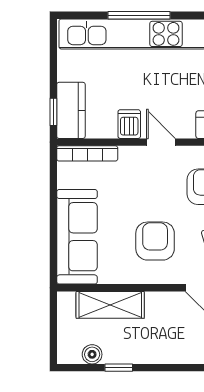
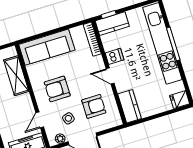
door: (161, 142) -> (110, 76), swing flipped
armchair: (155, 241) -> (57, 89), turned 180

